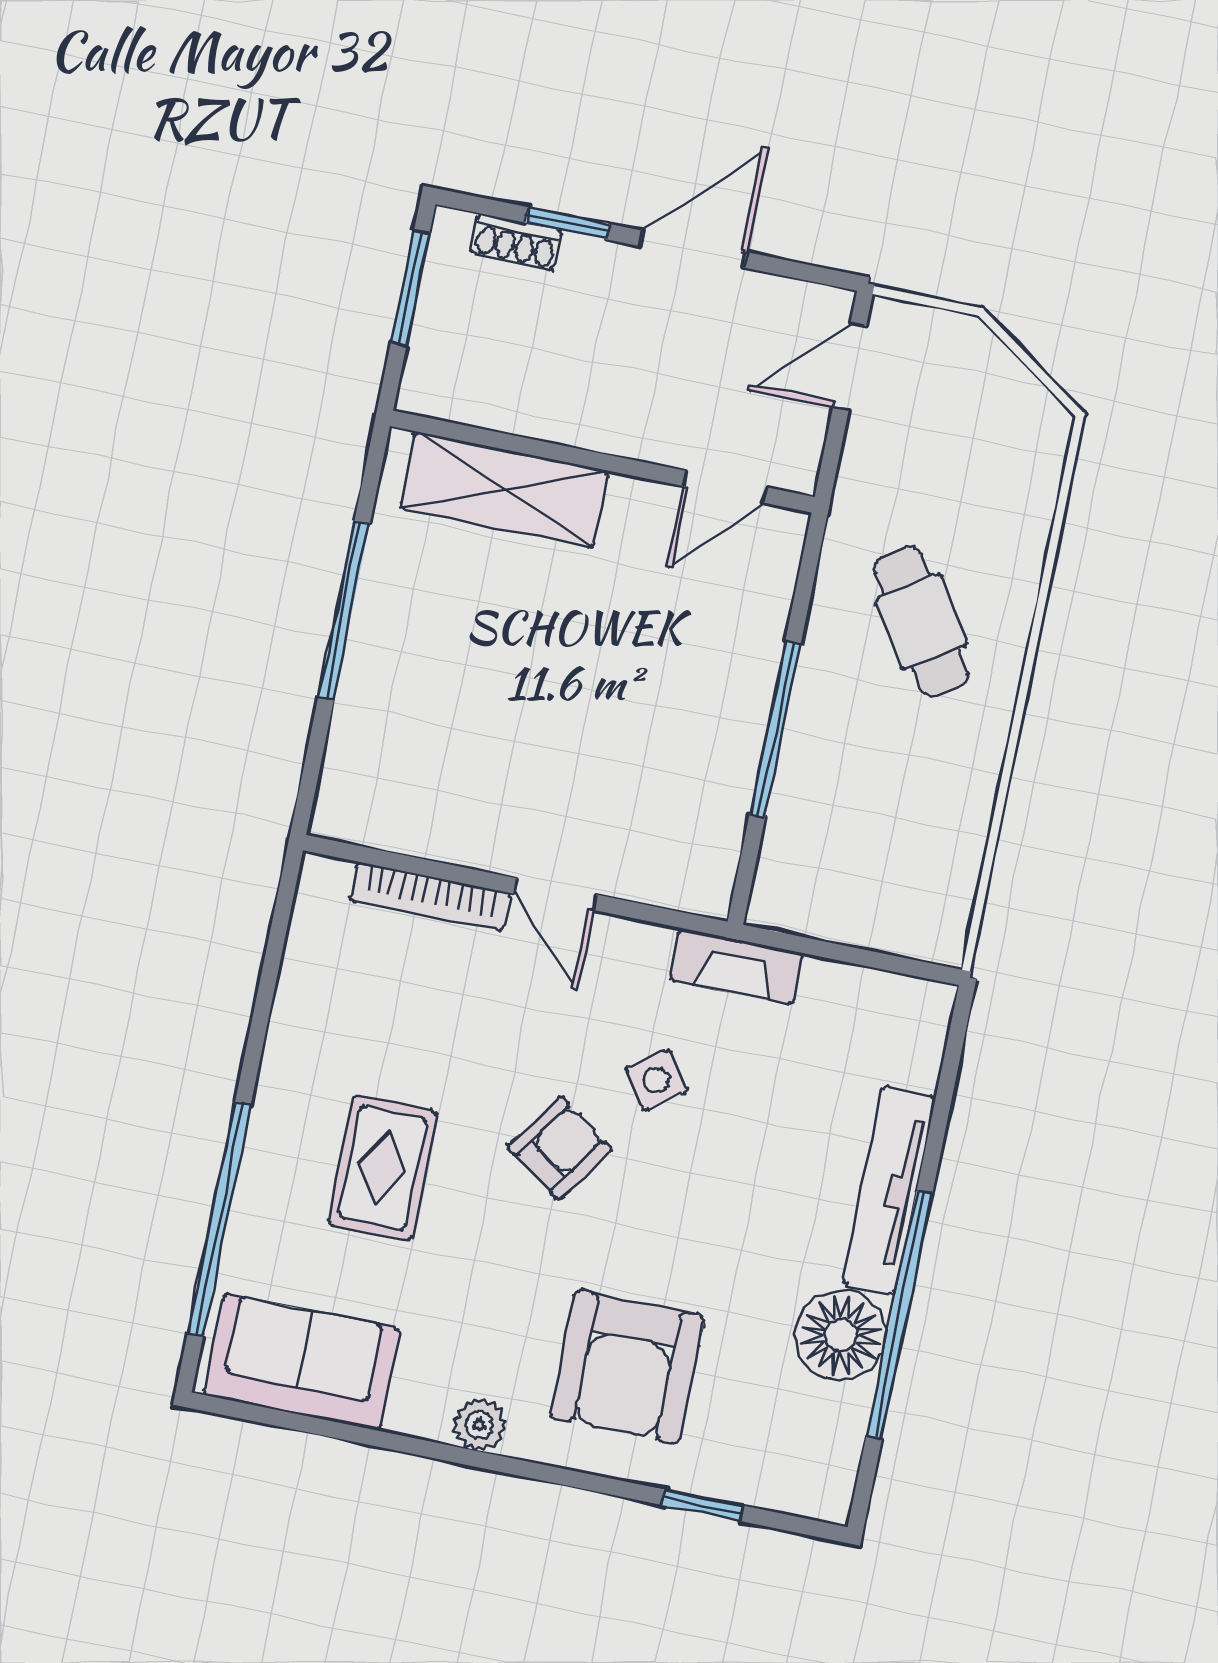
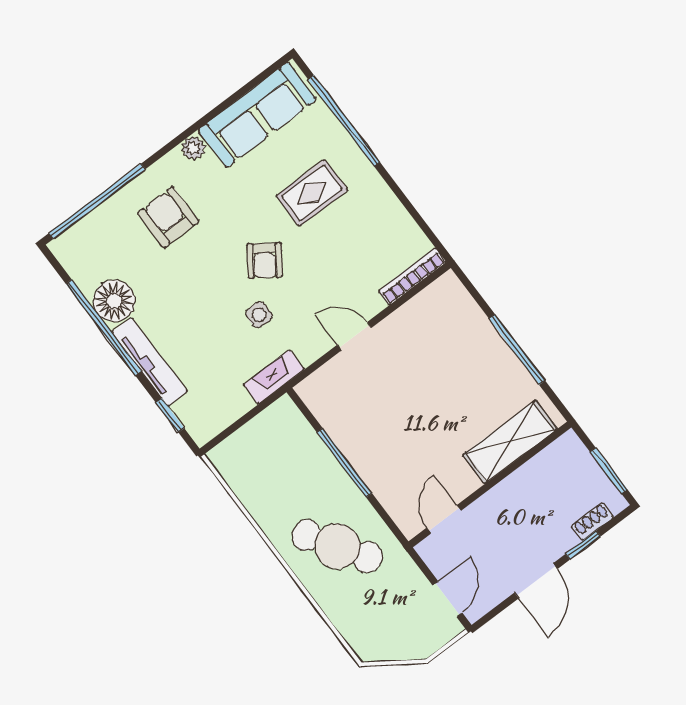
cafe table: (921, 622) -> (337, 546), width x1.37, depth x1.35
bookcase: (430, 897) -> (412, 276), moved
side table: (656, 1080) -> (259, 315), turned 36
window: (947, 1081) -> (170, 415), added
rug: (383, 1168) -> (312, 193), turned 90
sofa: (302, 1362) -> (257, 115), width x1.36
armchair: (627, 1367) -> (168, 217), width x0.73, depth x0.73
window: (703, 1505) -> (97, 201), width x3.17

